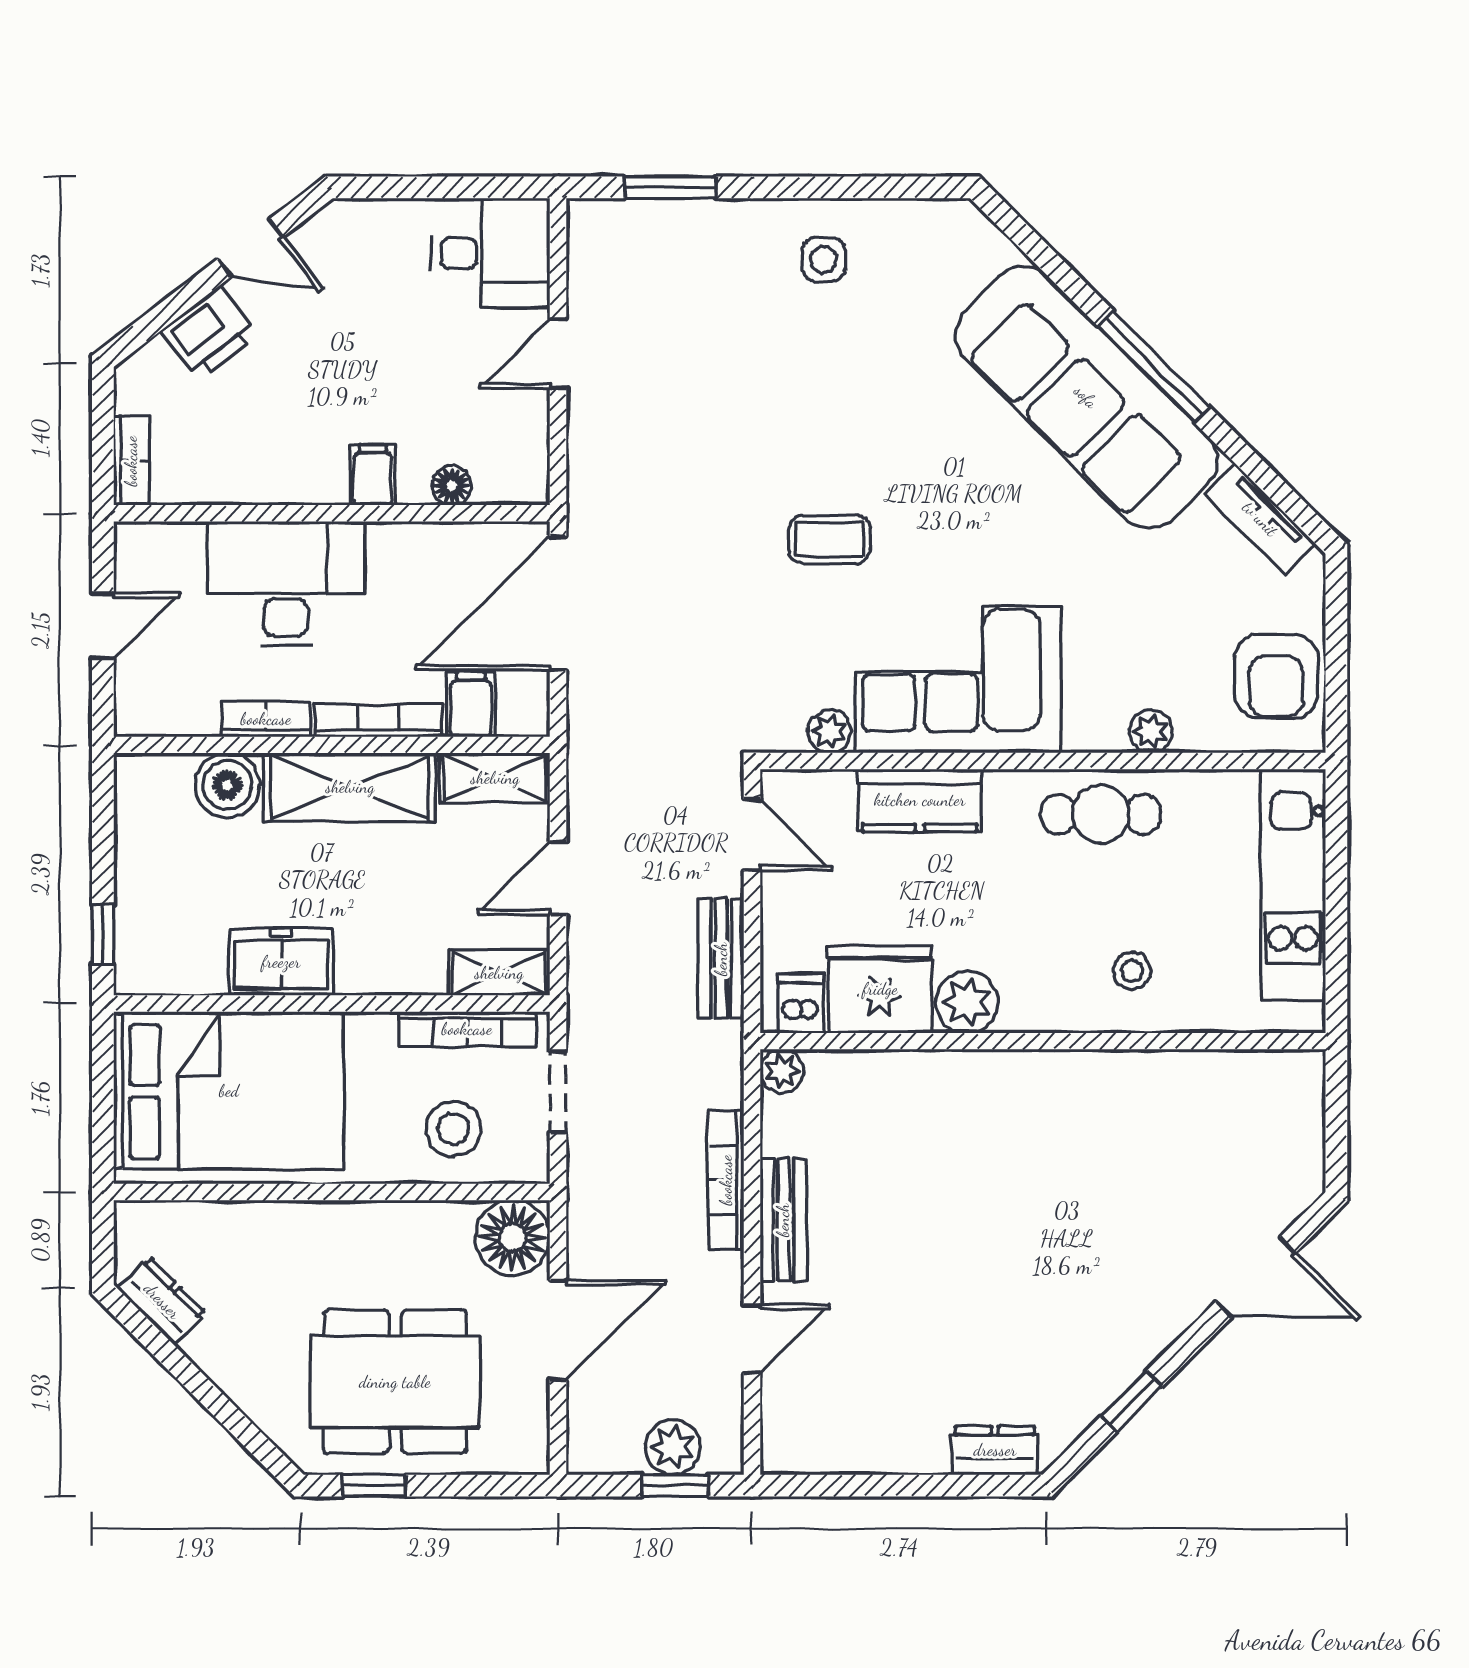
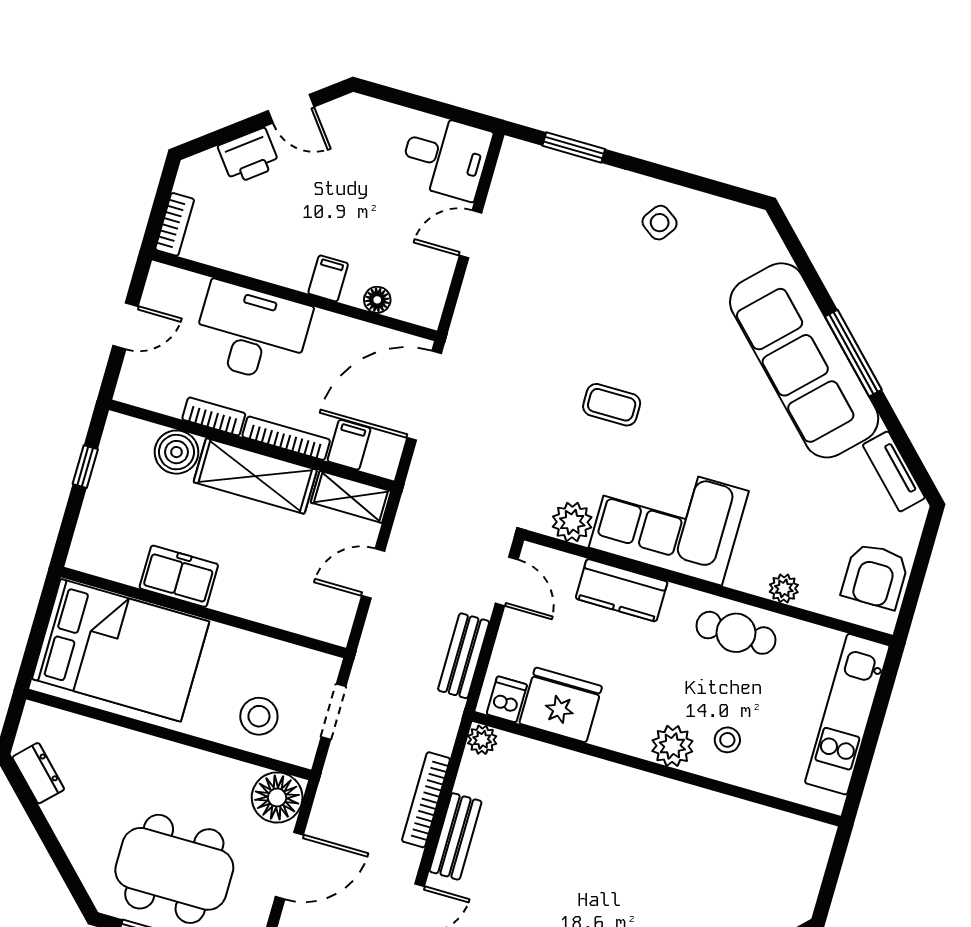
side table: (823, 260) -> (660, 223), turned 35
plant: (829, 731) -> (572, 522), width x1.38, depth x1.38
window: (103, 935) -> (85, 467), moved
shelving: (499, 973) -> (318, 624), removed
plant: (967, 1002) -> (672, 746), moved
bookcase: (467, 1029) -> (287, 654), removed

